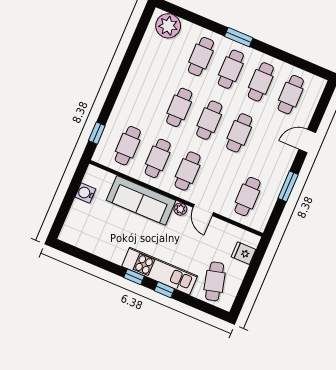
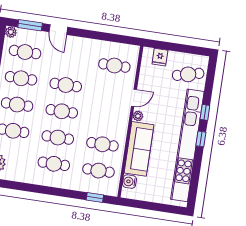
plant: (319, 84) -> (11, 32), added
cafe table: (188, 171) -> (54, 164), moved
window: (288, 186) -> (30, 25), moved
water cooler: (85, 193) -> (129, 182), moved, turned 90
kitchen unit: (160, 271) -> (187, 145), width x1.86

